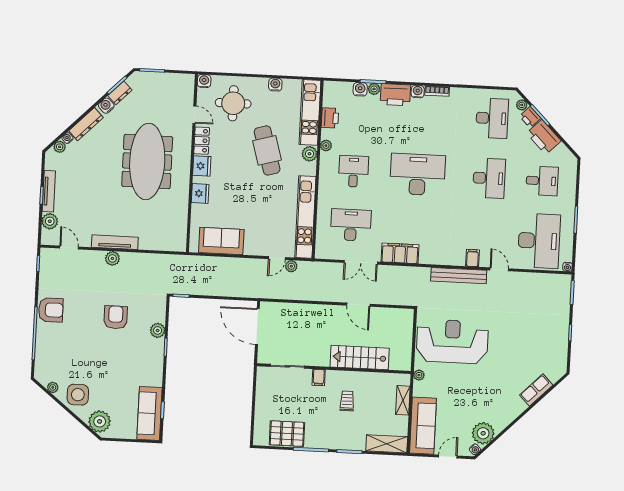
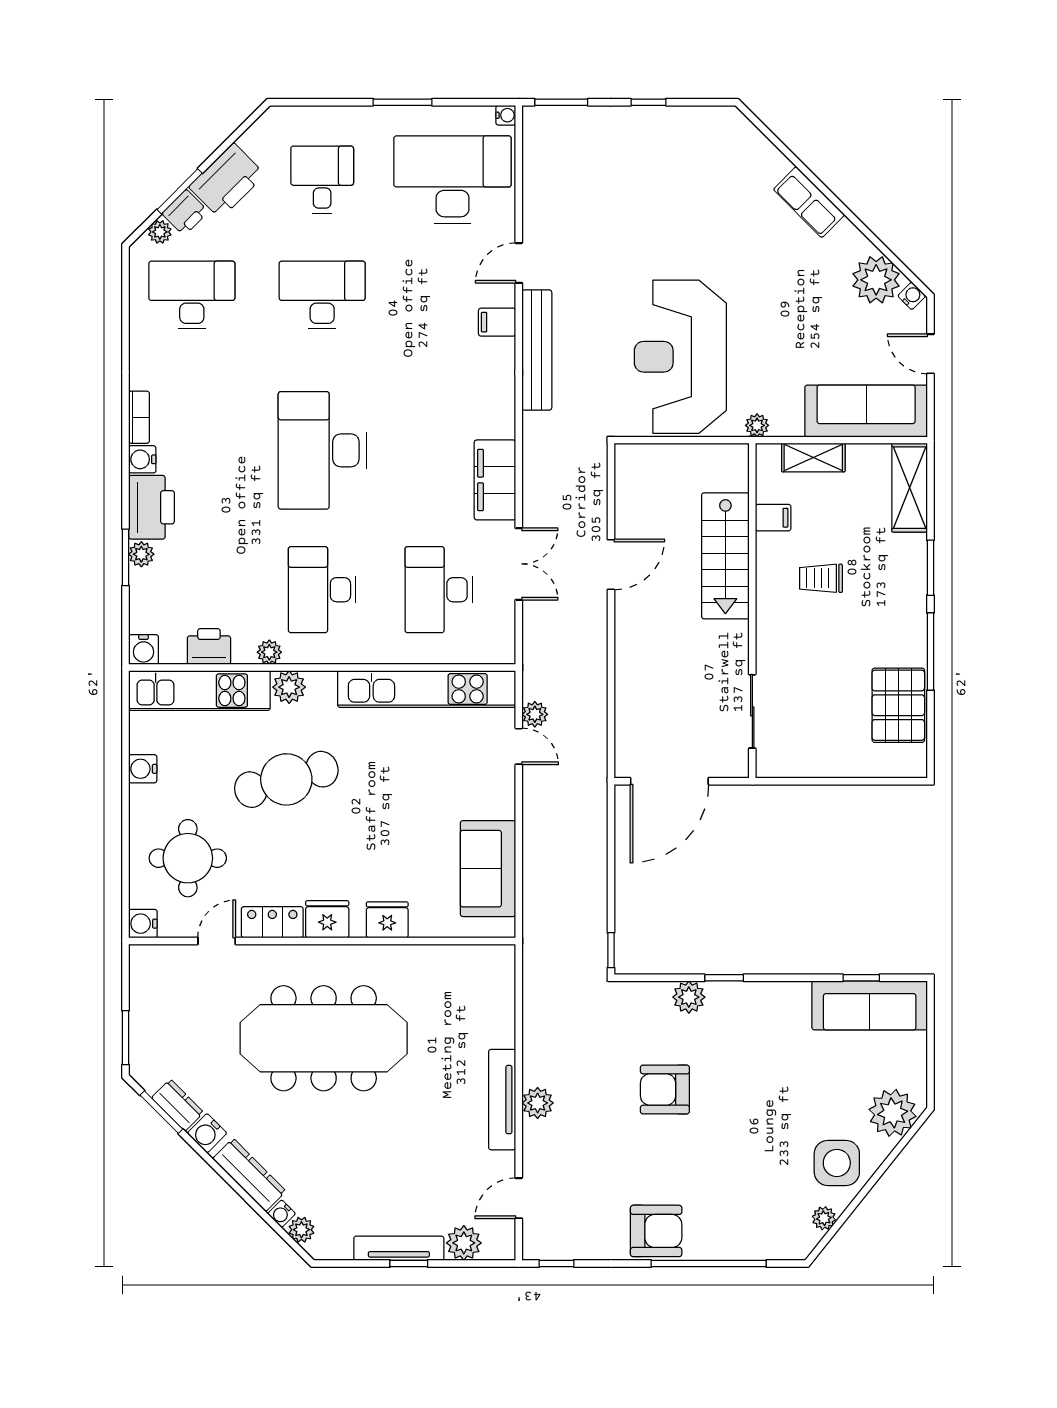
water cooler: (360, 89) -> (144, 650), moved, turned -90
desk: (353, 171) -> (322, 590), width x1.37
armchair: (51, 310) -> (656, 1231), turned 90
filing cabinet: (319, 377) -> (773, 518), moved
row of seats: (536, 390) -> (809, 202), moved

